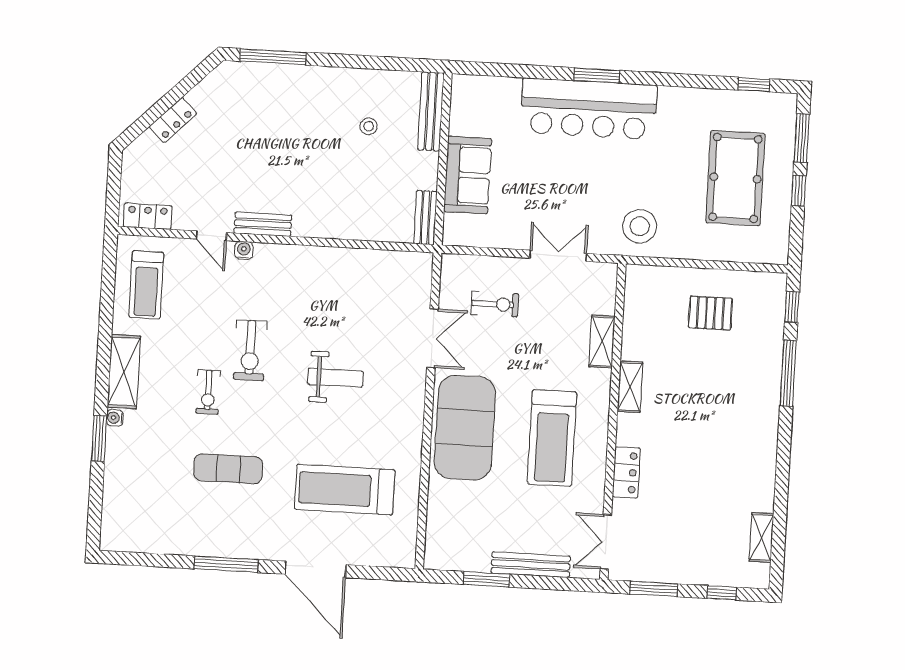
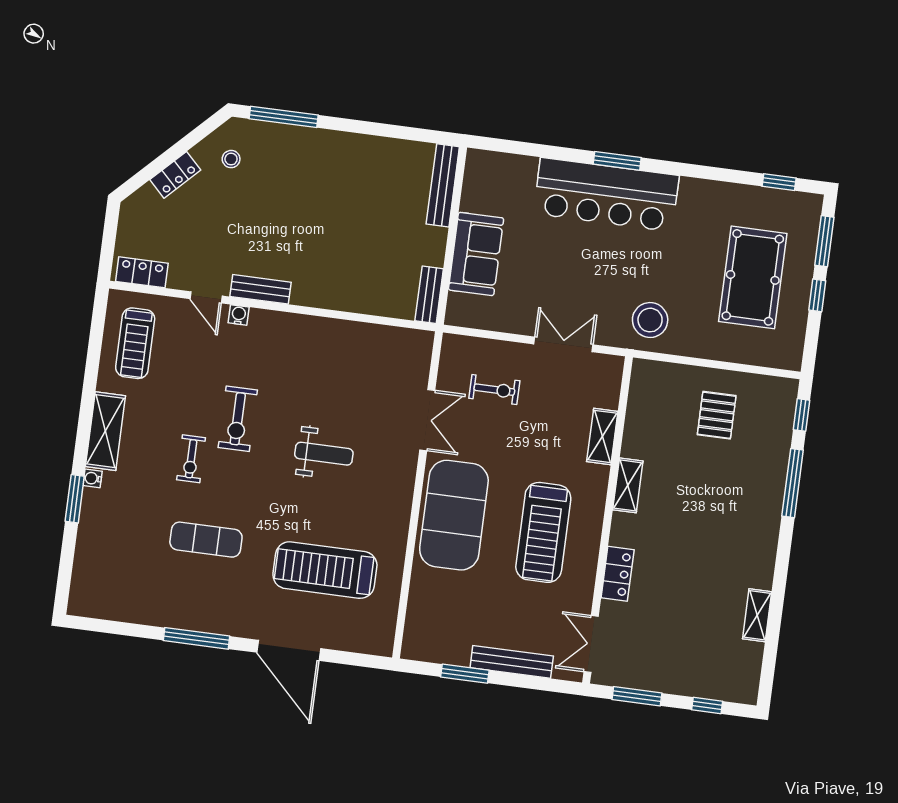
stool: (369, 126) -> (231, 159), moved
pallet: (710, 313) -> (717, 415), turned 90
shelving: (761, 537) -> (757, 615), moved

